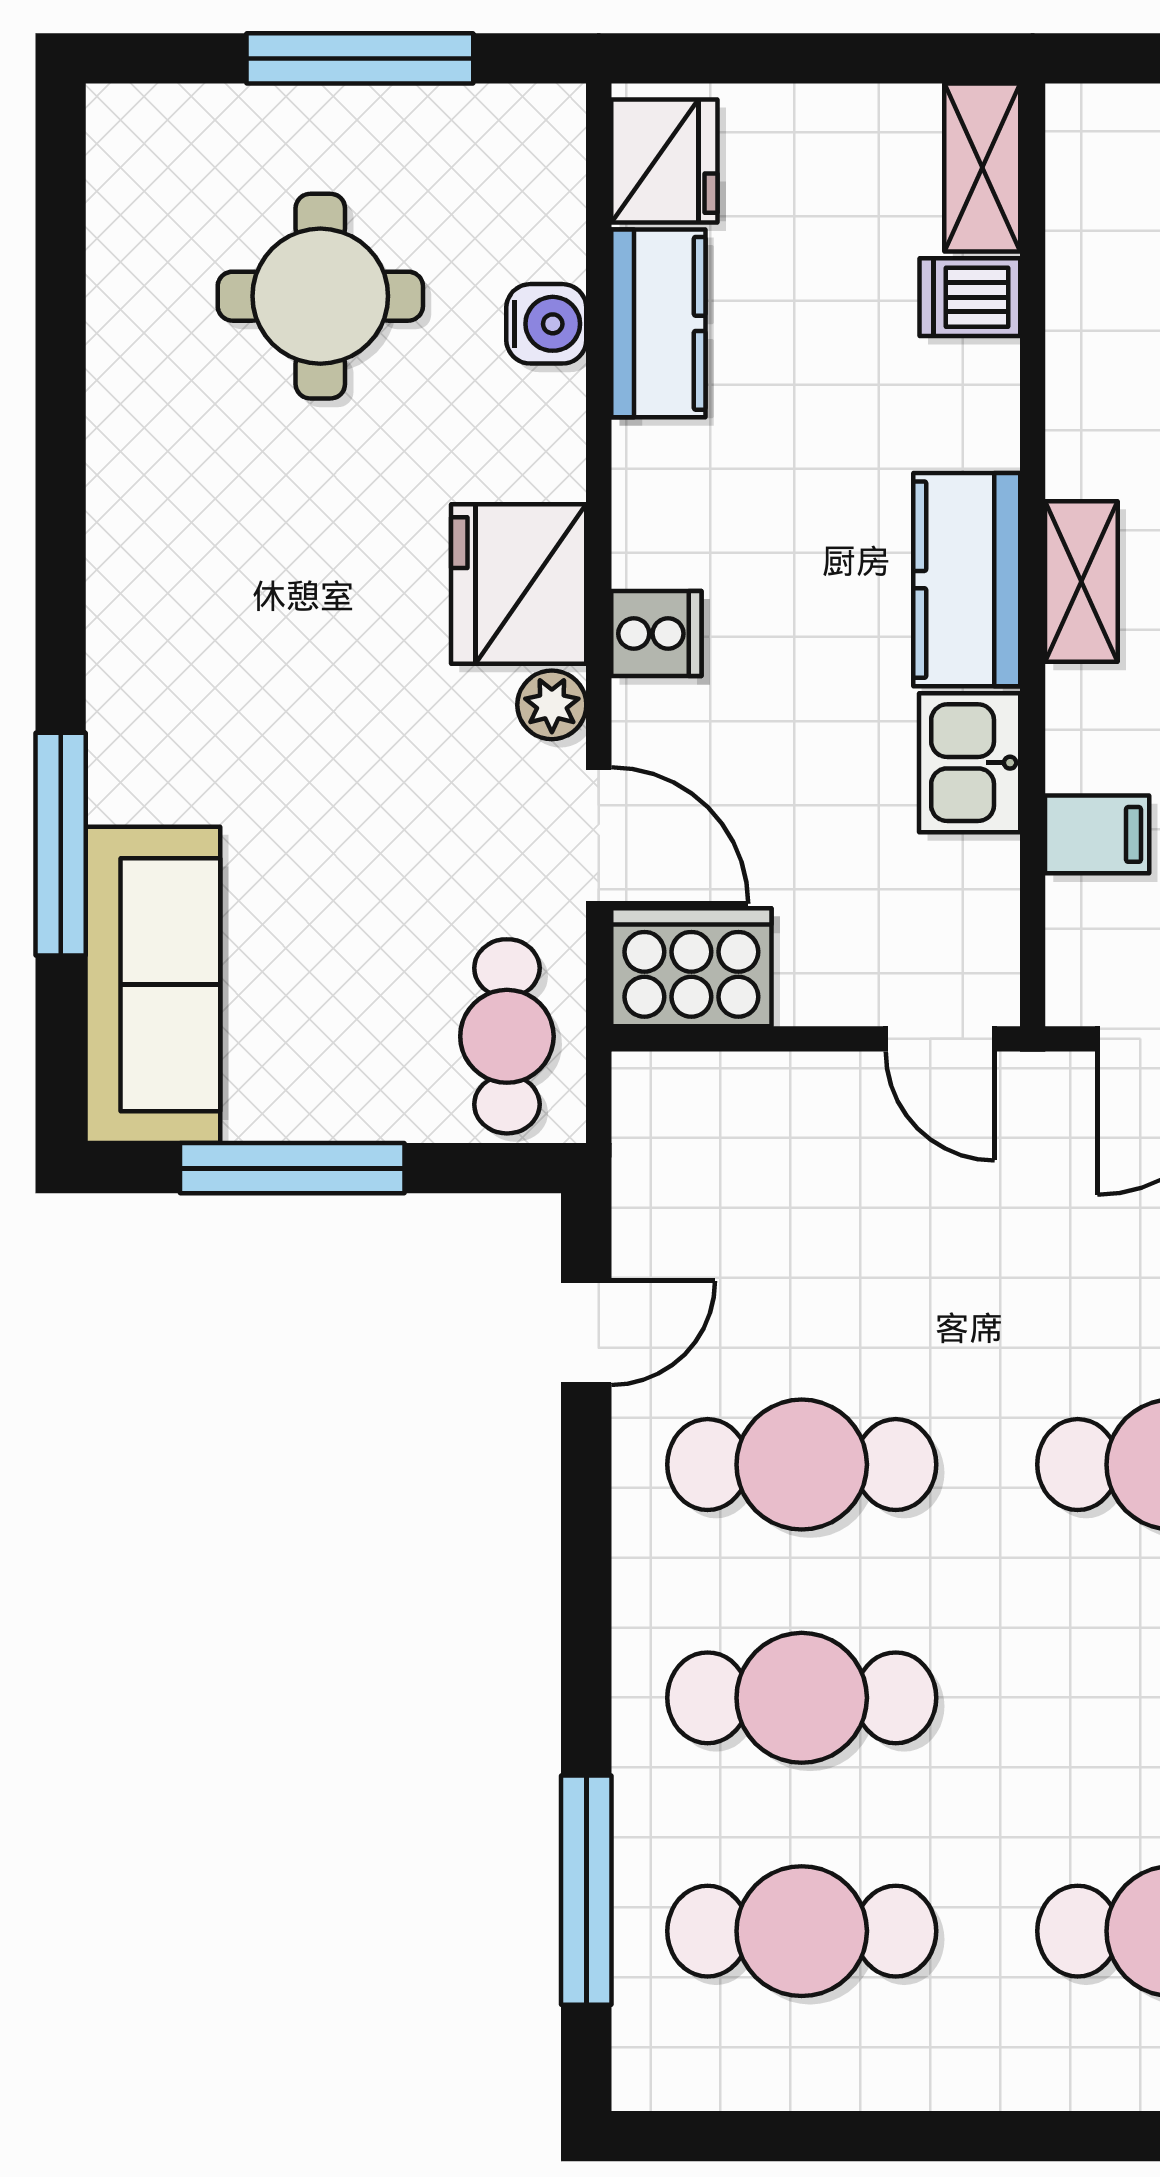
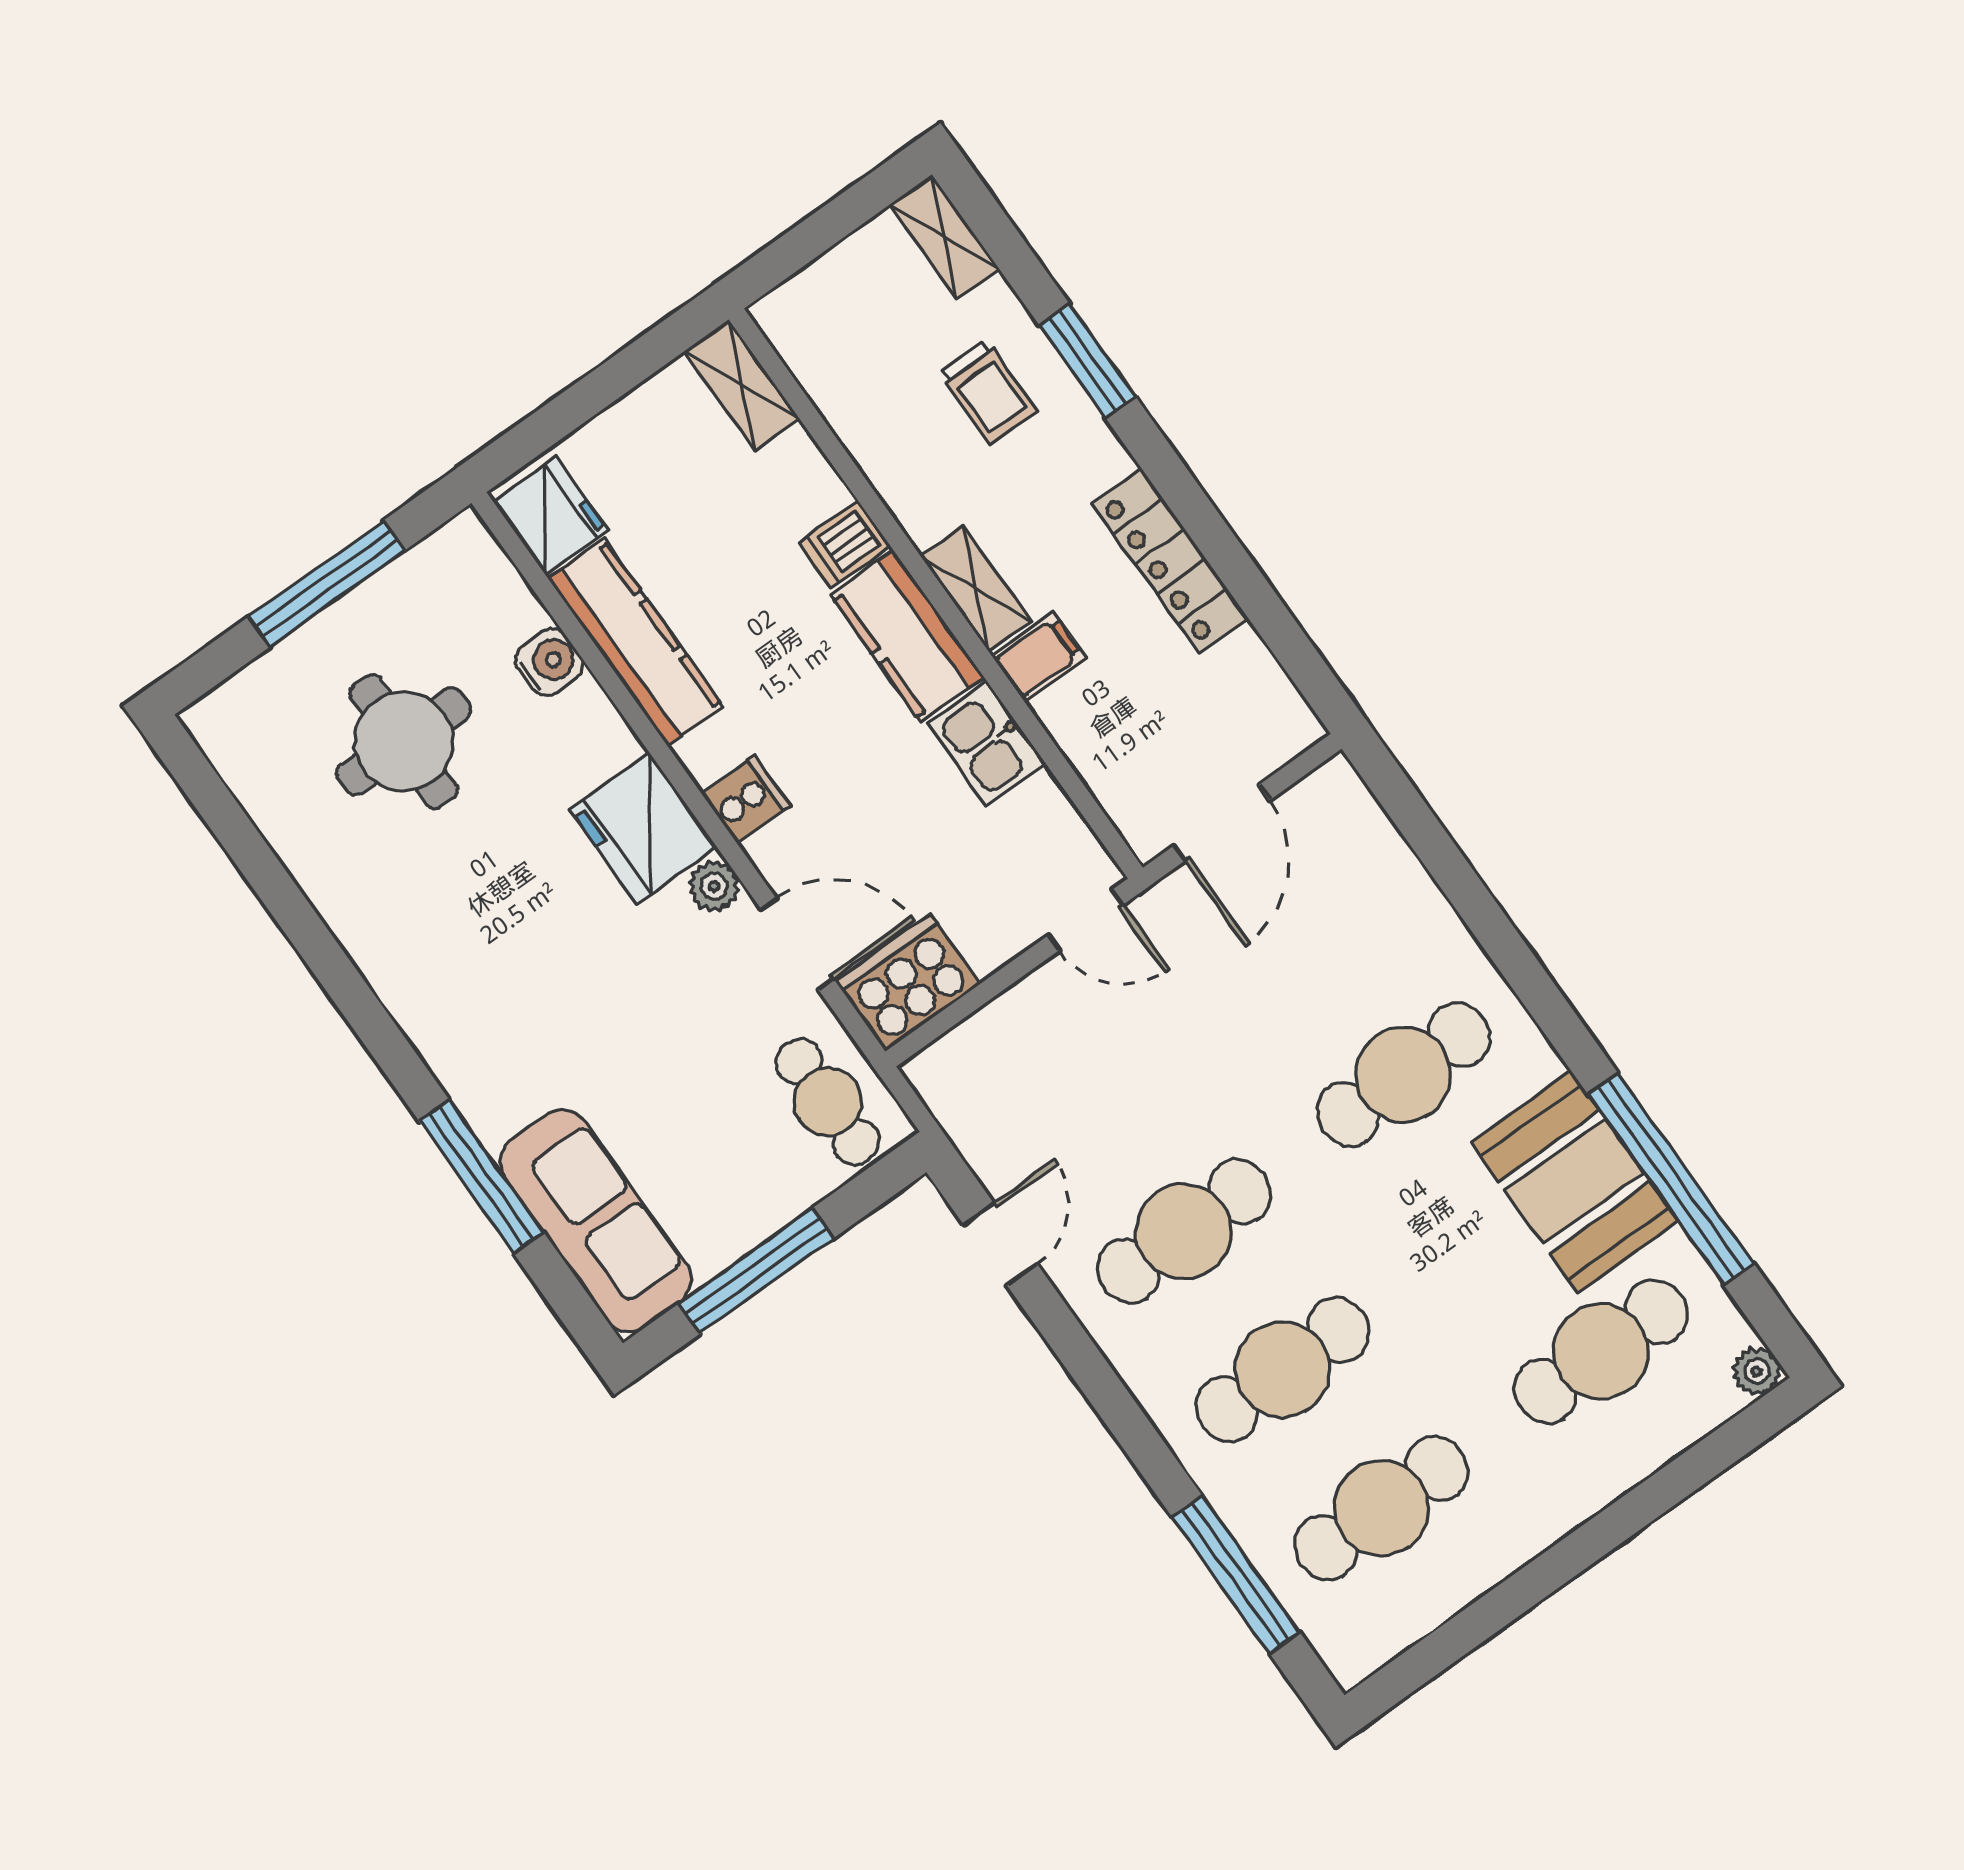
dishwasher: (970, 297) -> (845, 544), moved
kitchen counter: (658, 323) -> (636, 642), width x1.50
filing cabinet: (1097, 834) -> (1039, 657), moved

